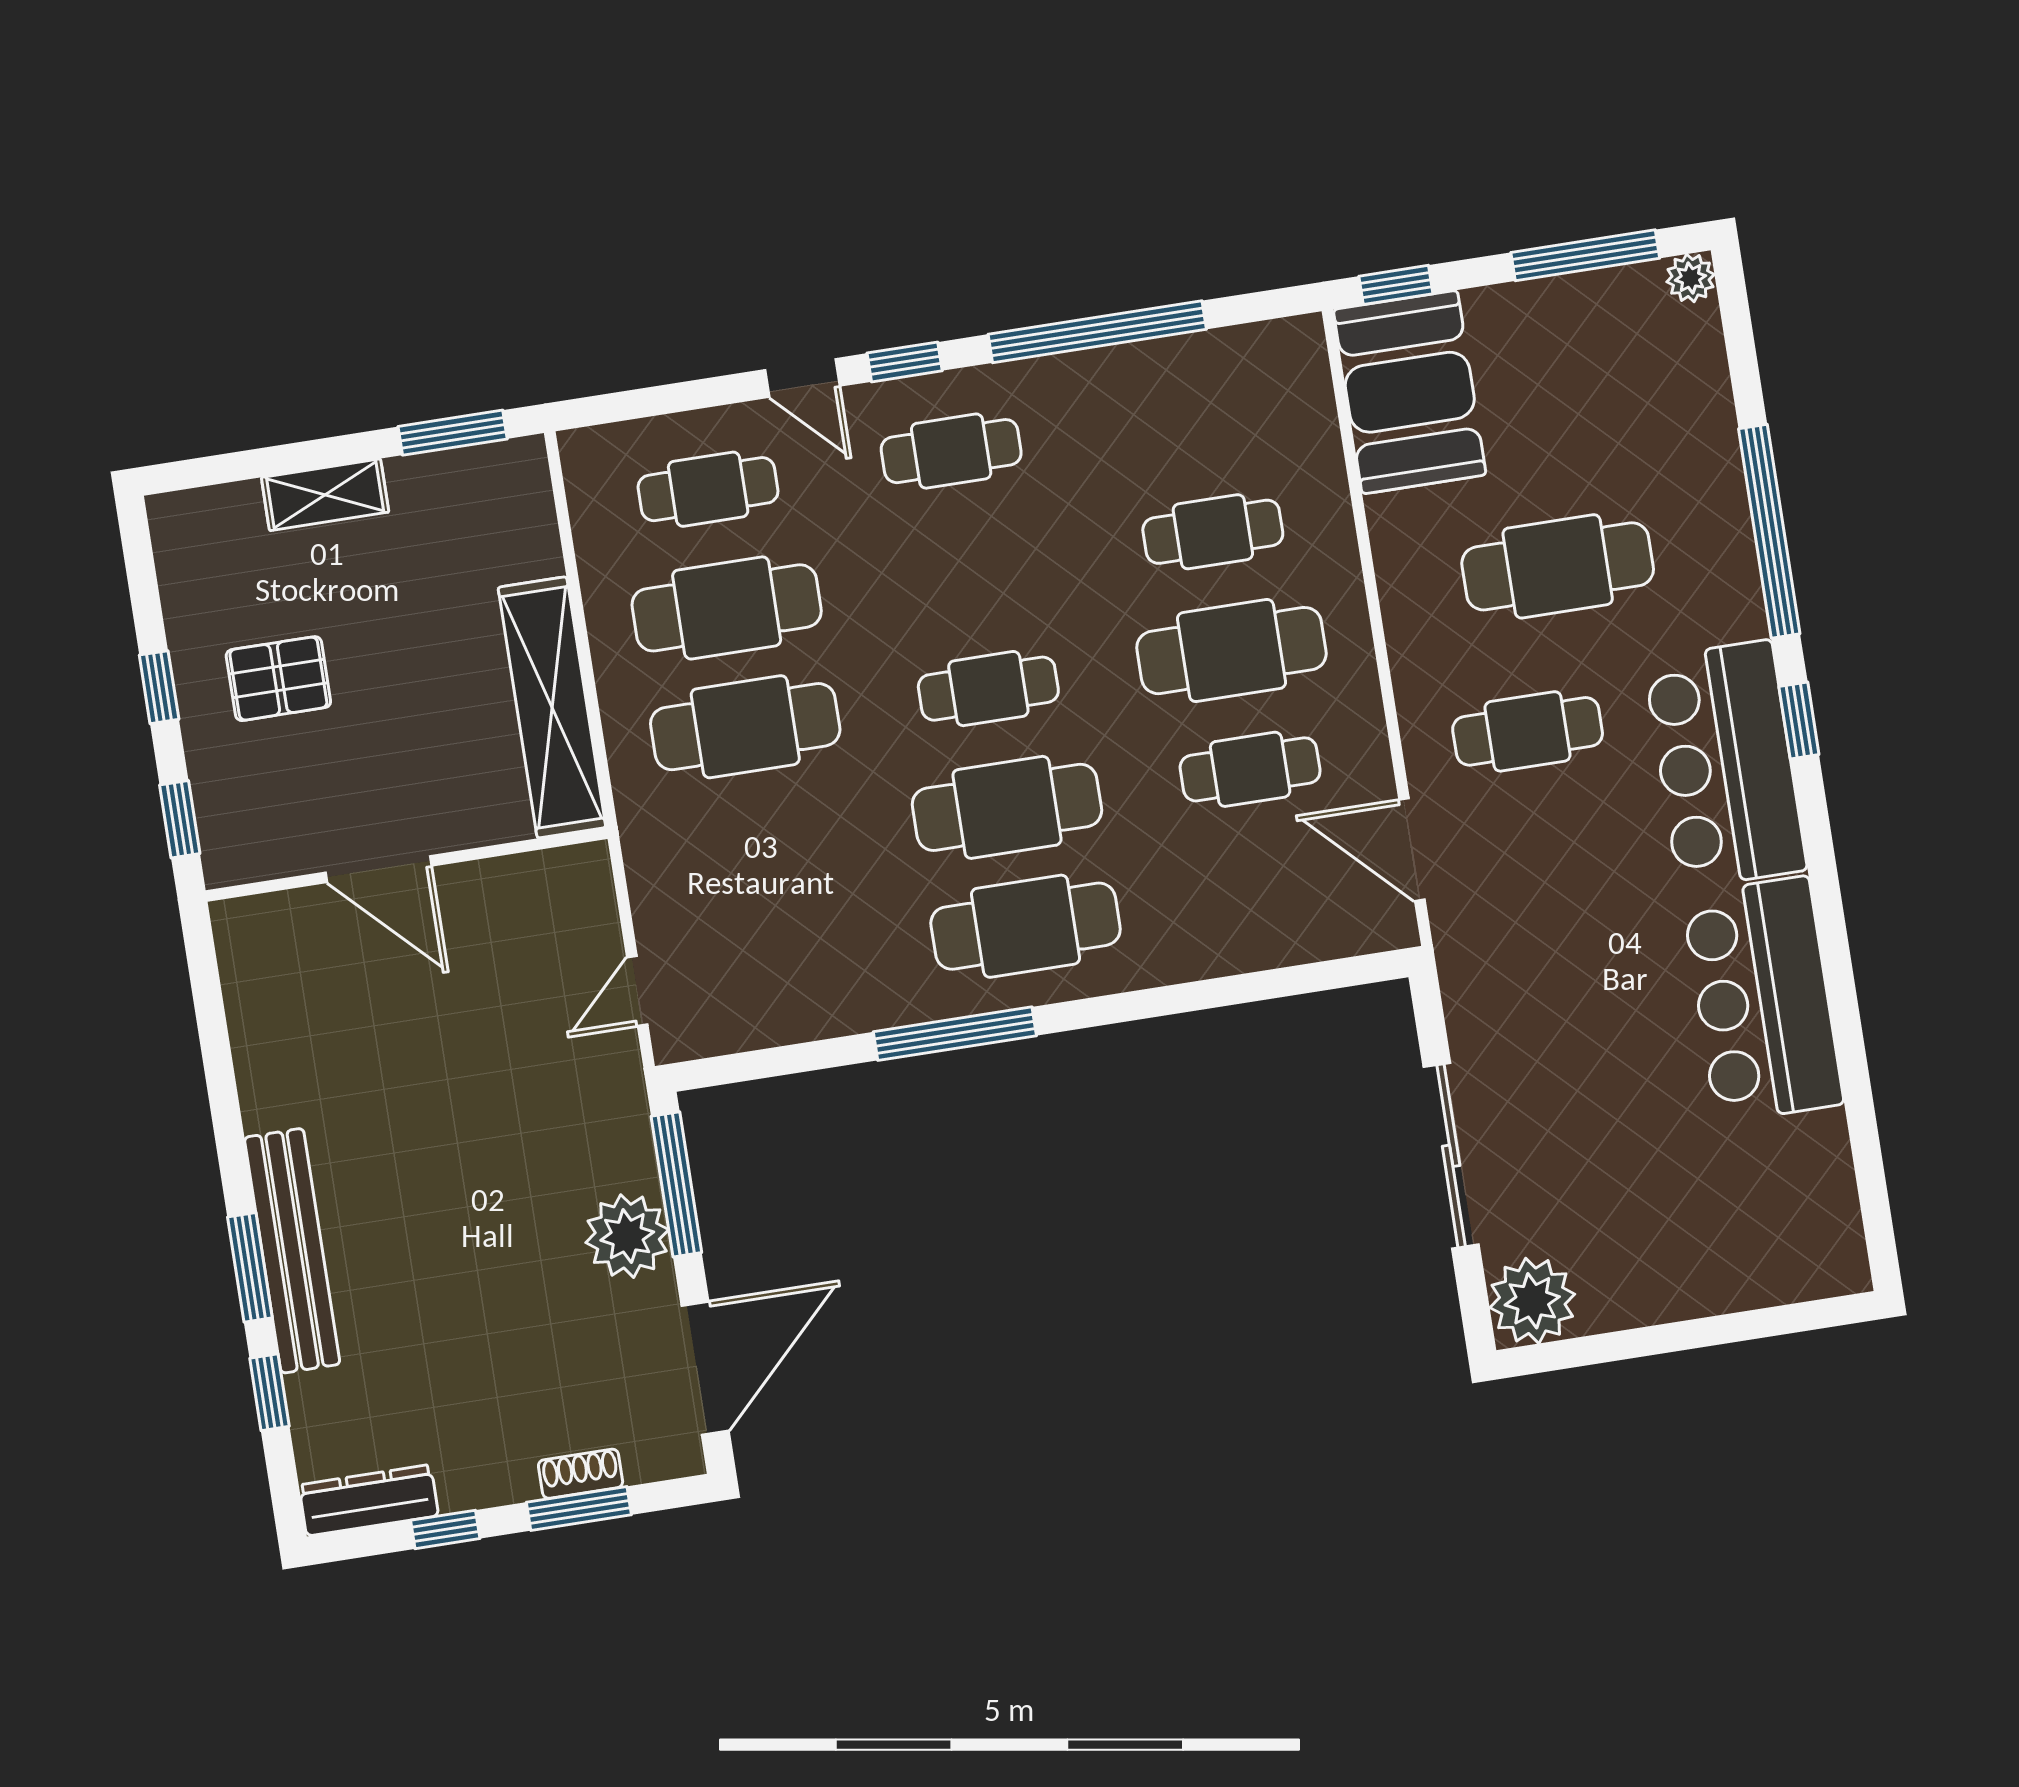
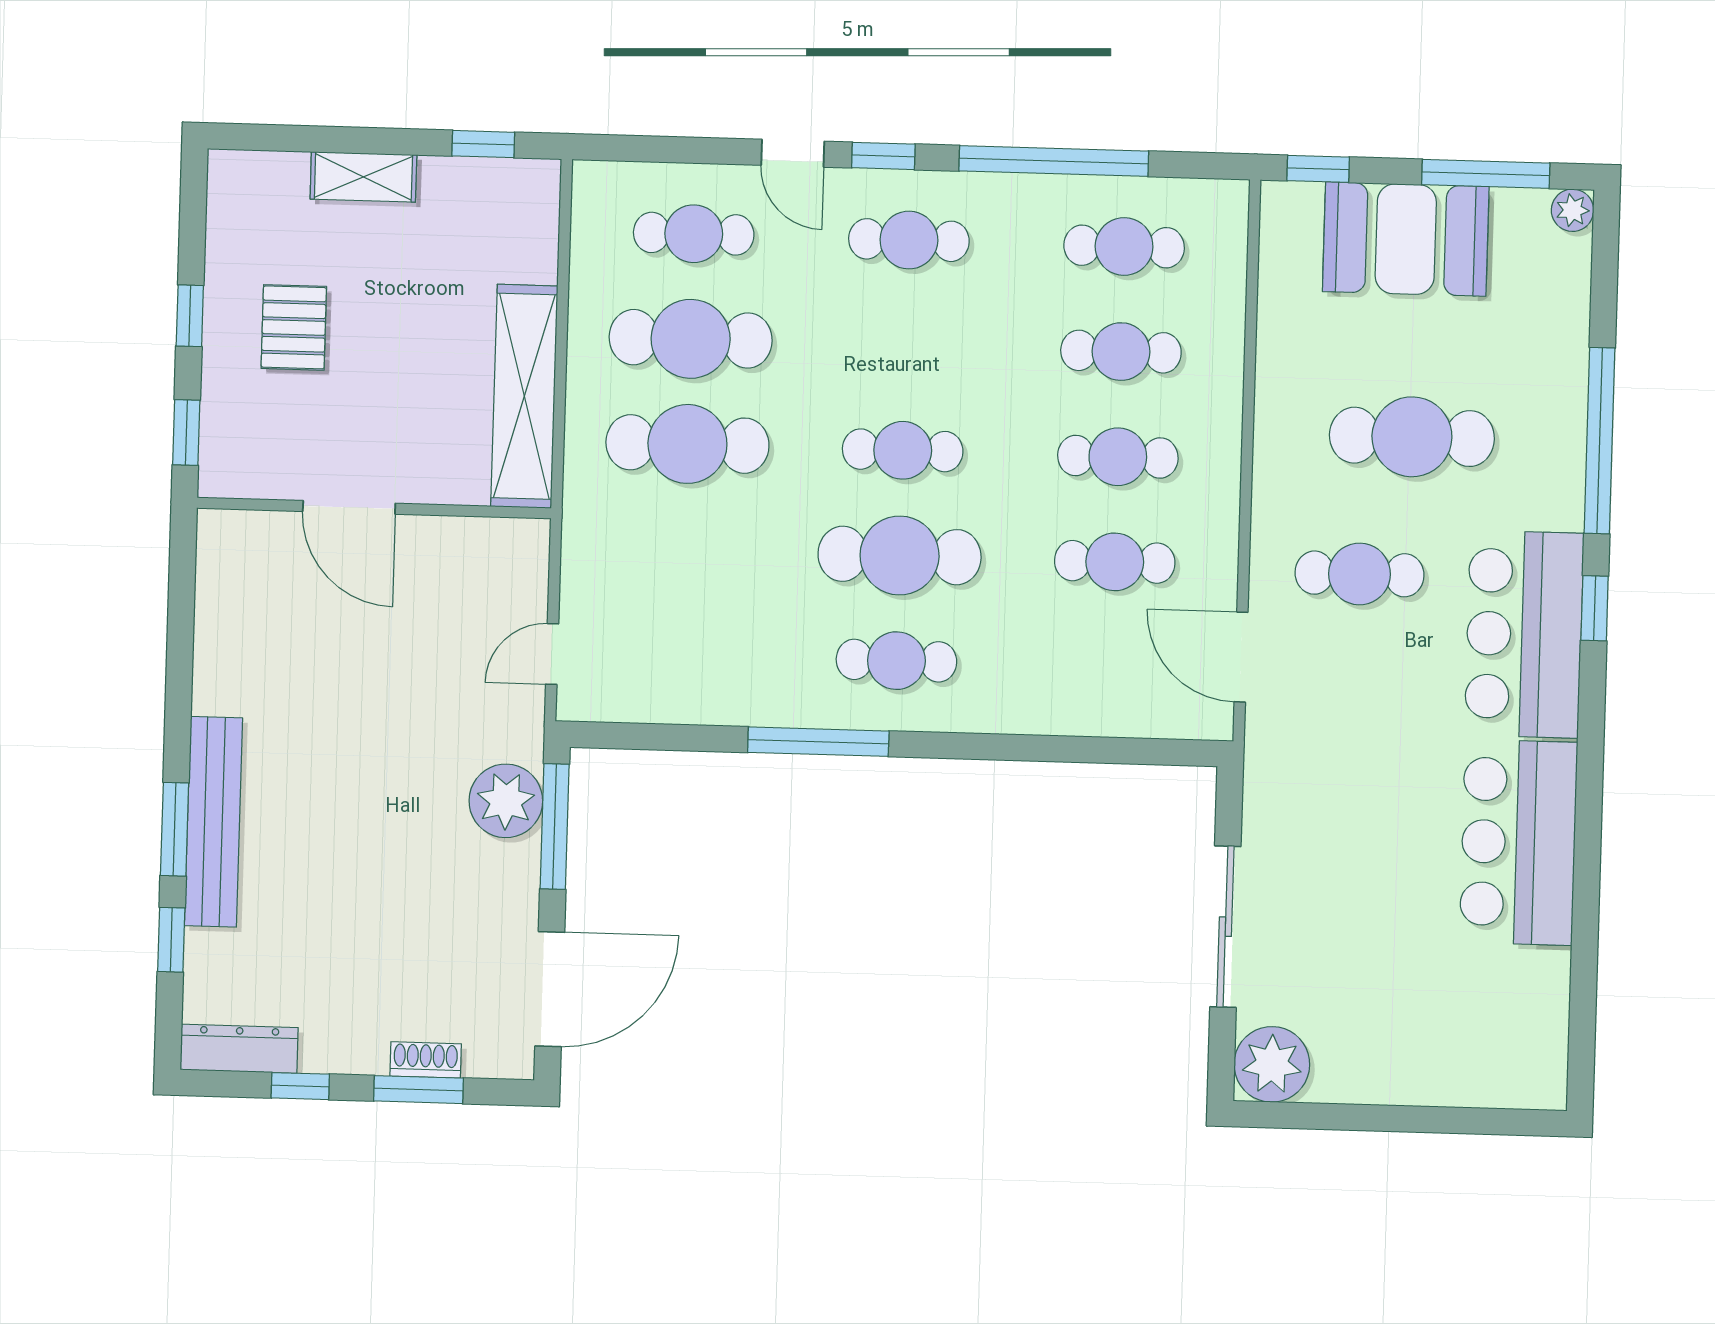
booth: (1410, 392) -> (1406, 239), moved, turned 90
cafe table: (1194, 413) -> (1124, 246), added
window: (453, 433) -> (483, 144), width x0.67
cafe table: (1231, 651) -> (1118, 457), width x0.73, depth x0.74
pallet: (278, 679) -> (294, 327), turned 90
cafe table: (1026, 926) -> (896, 661), width x0.73, depth x0.74
plant: (627, 1236) -> (506, 801), moved

